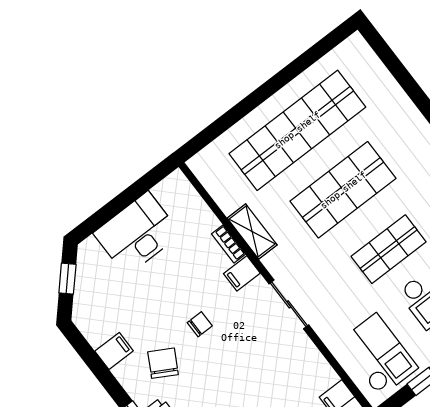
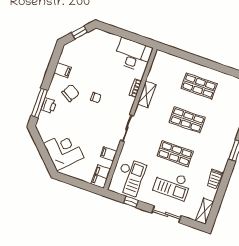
shop shelf: (297, 130) -> (199, 86), width x0.50, depth x0.74
shop shelf: (343, 190) -> (187, 120), width x0.70, depth x0.74
desk: (137, 234) -> (133, 55), moved
filing cabinet: (242, 273) -> (109, 154), moved

